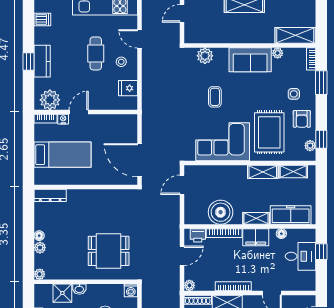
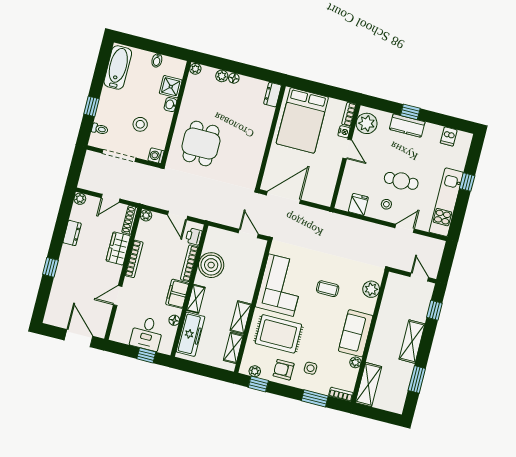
bed: (62, 155) -> (302, 120), width x1.50
dresser: (50, 195) -> (273, 95), width x0.70

